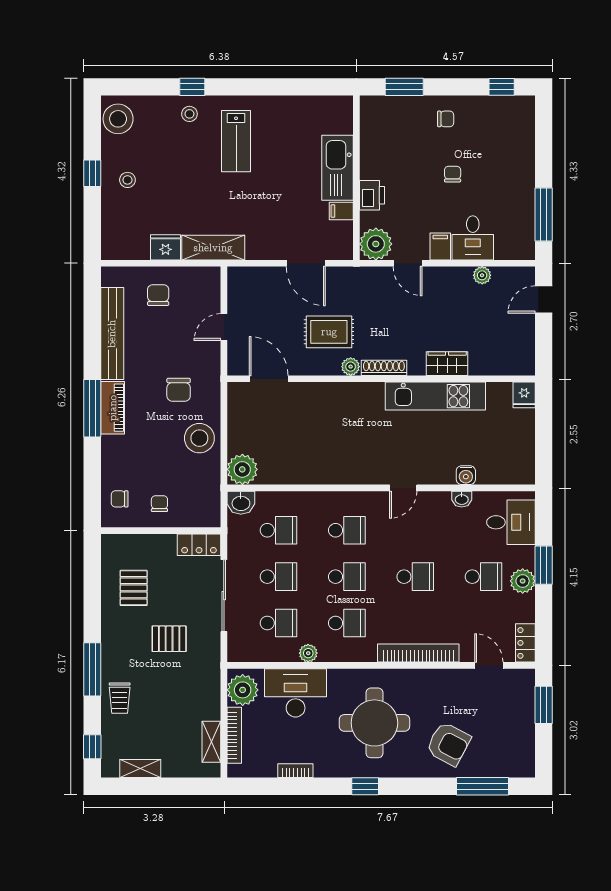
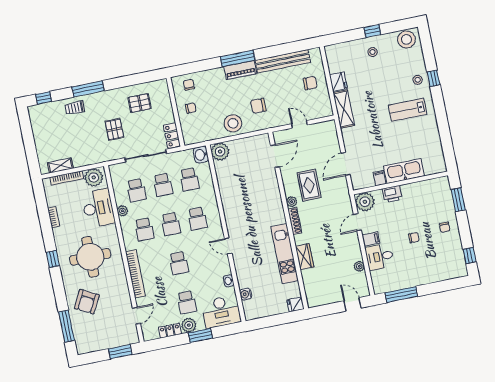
water cooler: (466, 475) -> (246, 294), moved
desk: (511, 522) -> (221, 312), width x1.37
locker: (525, 643) -> (170, 331), moved
shelving: (140, 769) -> (37, 128), removed

